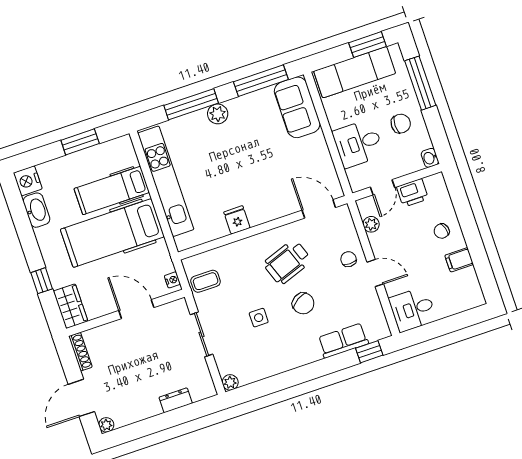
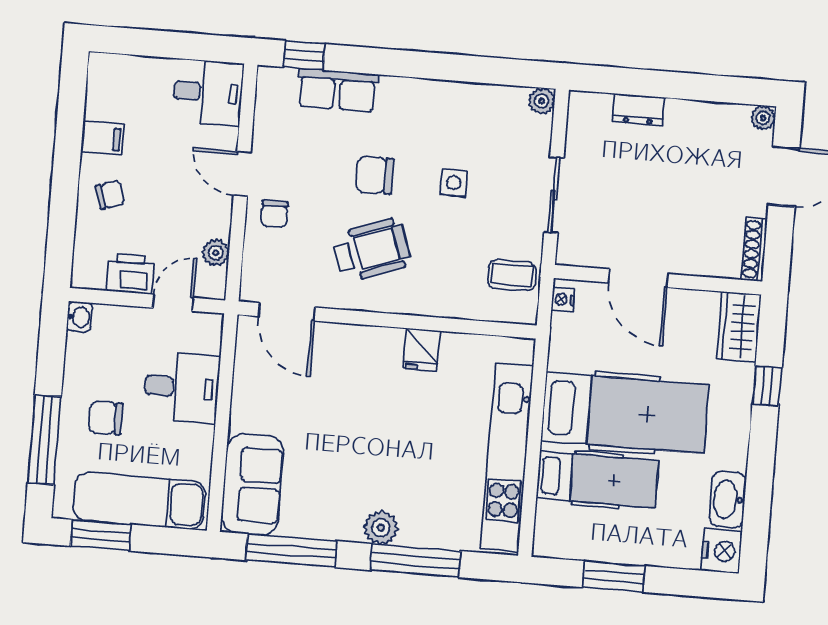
chair: (401, 124) -> (106, 418), moved
chair: (303, 303) -> (375, 175), turned -58

